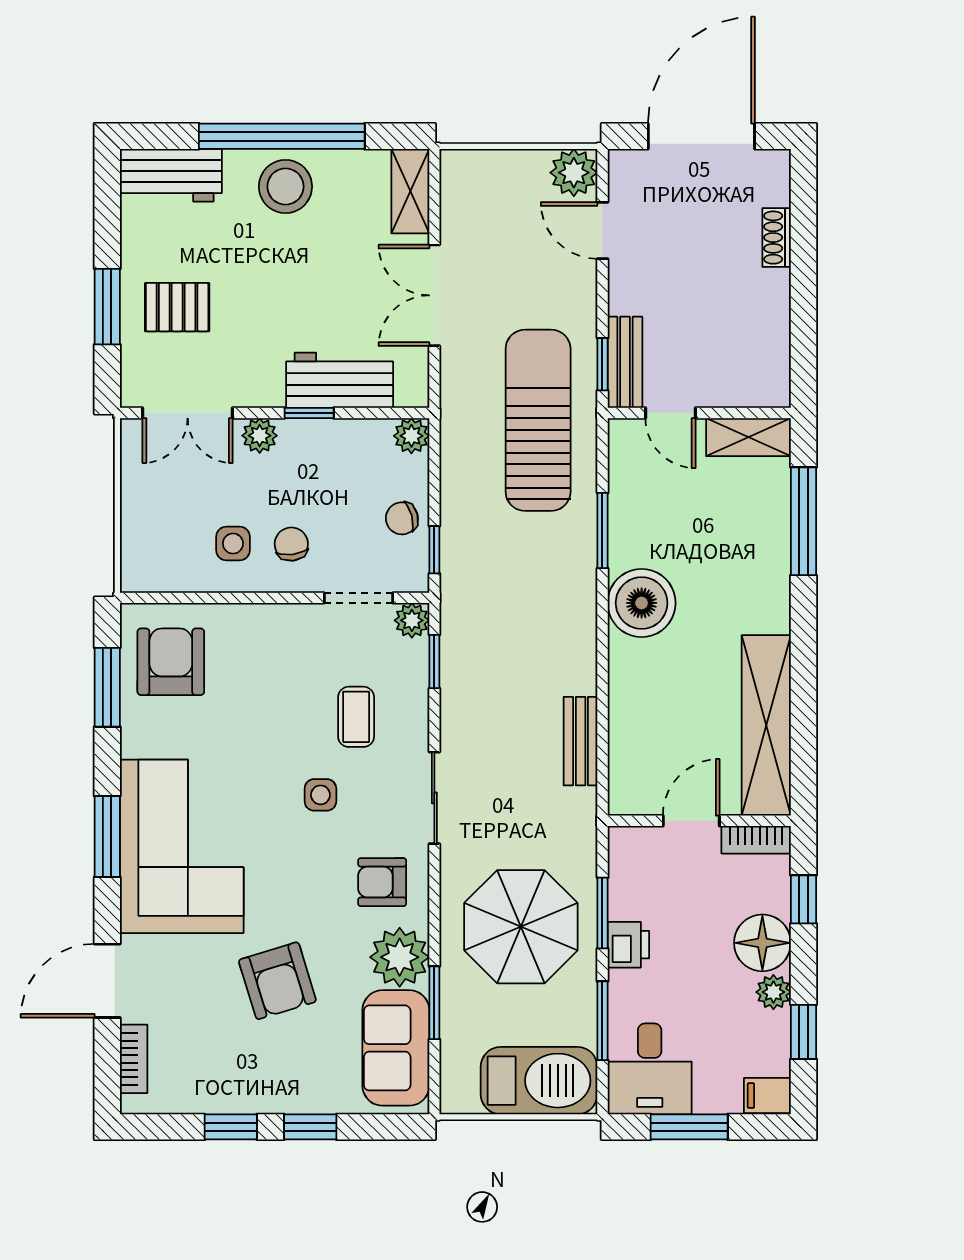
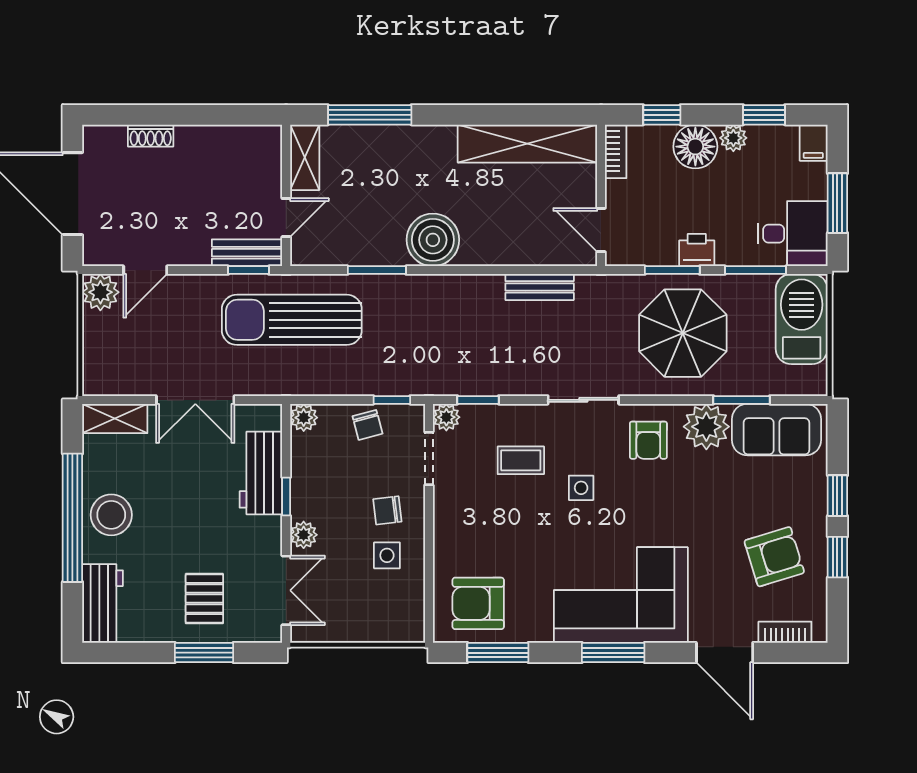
door: (691, 821) -> (601, 230), moved
armchair: (277, 981) -> (774, 557), moved

